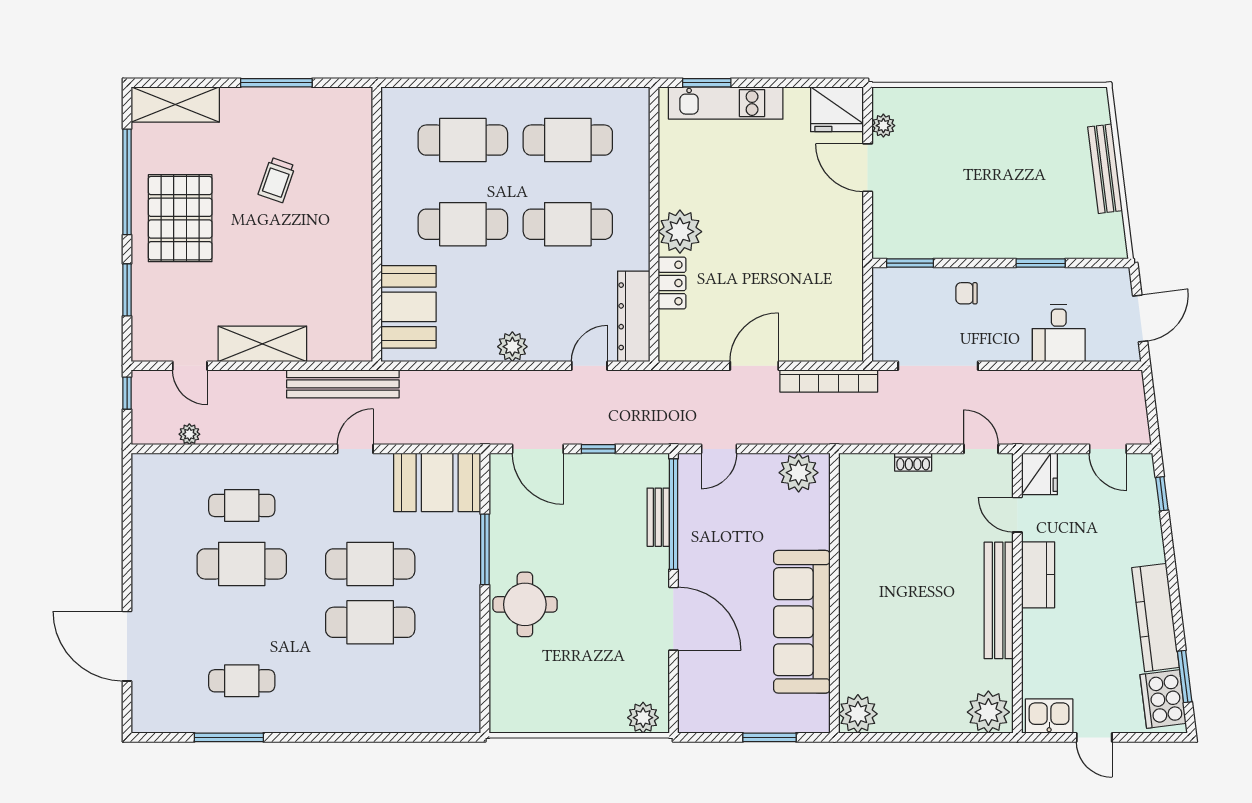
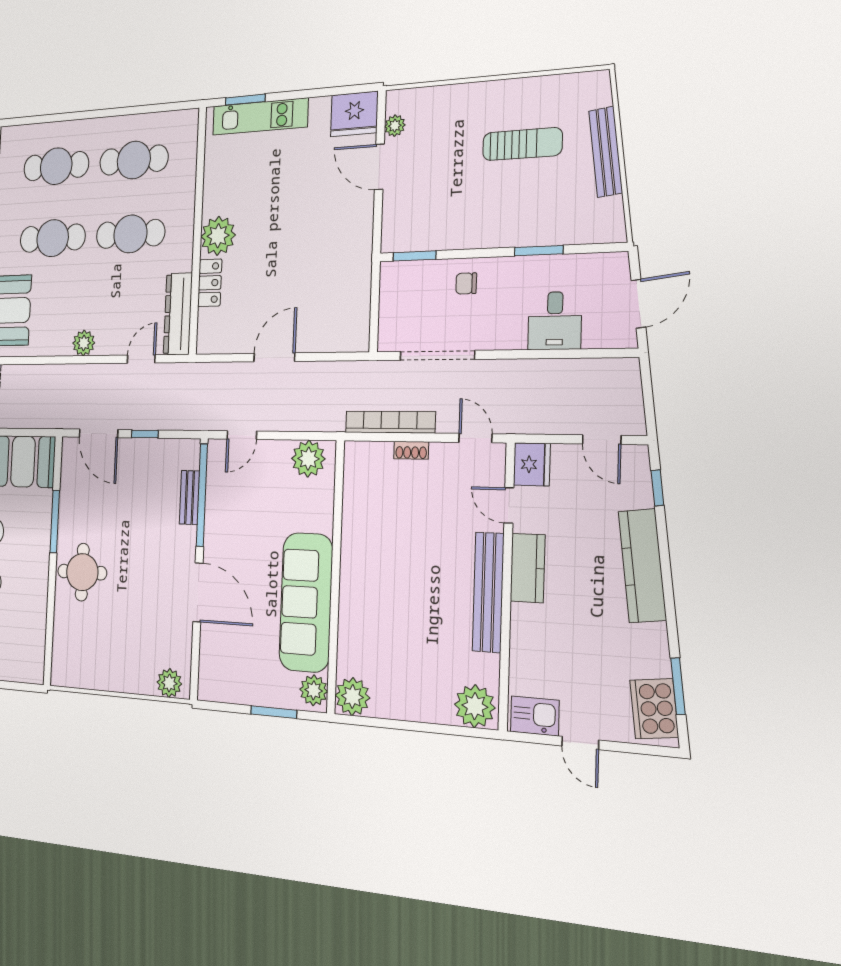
sun lounger: (1021, 155) -> (522, 144), added
bookcase: (829, 381) -> (390, 422), moved, turned 180
kitchen counter: (1155, 618) -> (642, 566), moved
plant: (814, 711) -> (314, 690), added

